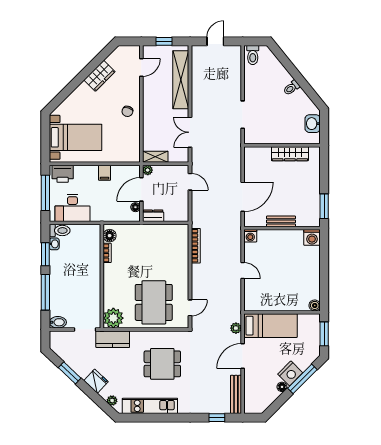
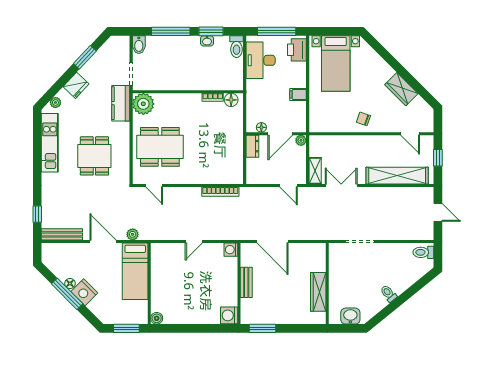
shelving: (155, 157) -> (315, 171), moved
door: (190, 182) -> (288, 186), hinge flipped
door: (141, 189) -> (280, 134), swing flipped
washbasin: (54, 244) -> (207, 41), moved
window: (302, 379) -> (67, 294), moved

